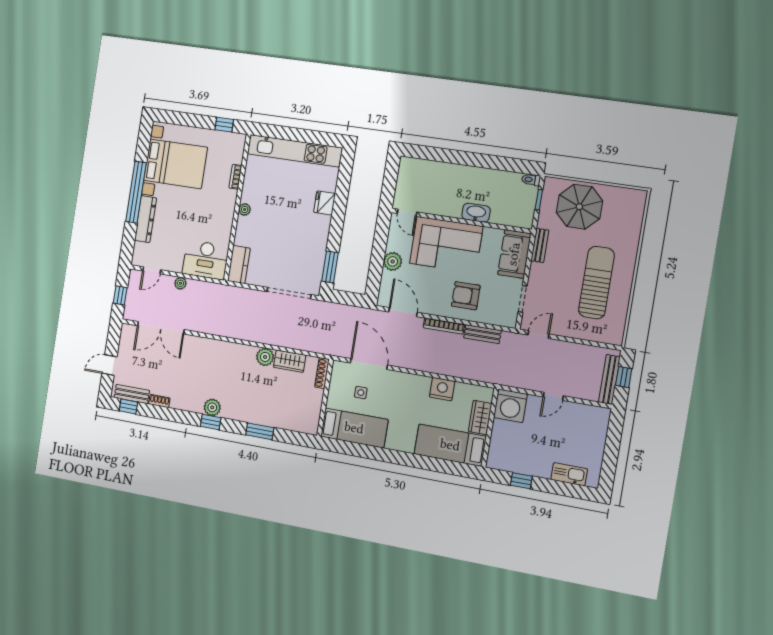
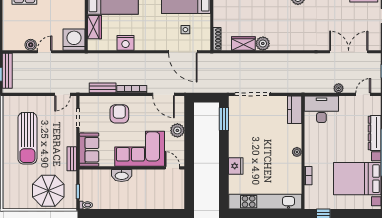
armchair: (466, 296) -> (119, 114), turned -90
boiler: (571, 409) -> (31, 45), added

